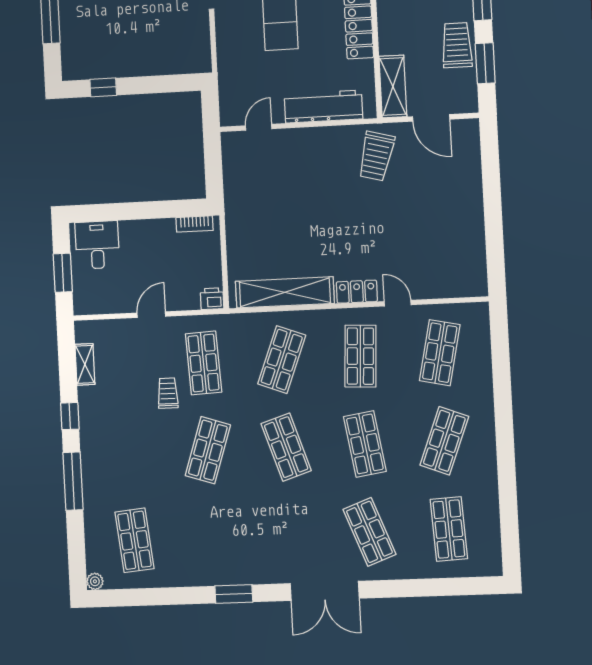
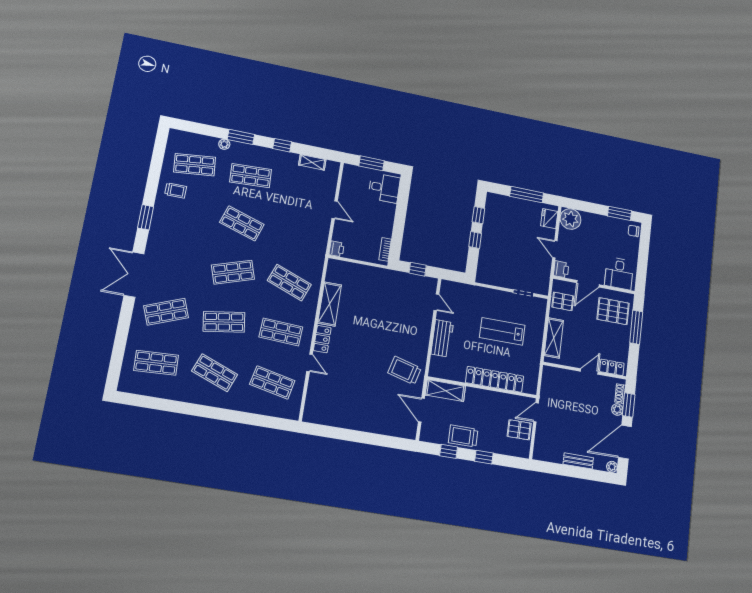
trolley: (457, 45) -> (463, 436), turned 180
window: (485, 63) -> (449, 451), width x0.67
window: (145, 85) -> (475, 240), added
workbench: (323, 107) -> (442, 338), width x0.73
door: (431, 118) -> (421, 410), hinge flipped
window: (213, 167) -> (418, 269), added
shelving: (285, 292) -> (330, 304), width x0.68
door: (398, 303) -> (310, 363), hinge flipped
shop shelf: (204, 363) -> (251, 176), moved
trolley: (168, 393) -> (176, 190), moved
window: (73, 481) -> (241, 137), width x0.69
plant: (95, 581) -> (224, 144), moved

